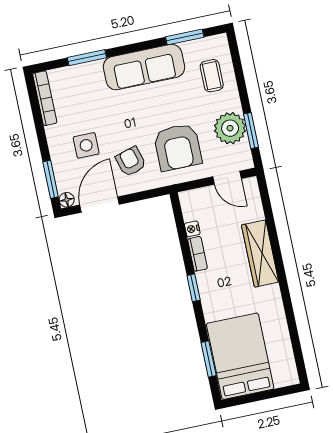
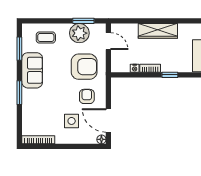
window: (87, 58) -> (19, 93), moved
sofa: (144, 67) -> (32, 70), width x0.73
armchair: (131, 162) -> (87, 96), turned 106
door: (227, 178) -> (108, 41), hinge flipped
window: (51, 179) -> (87, 146), removed

